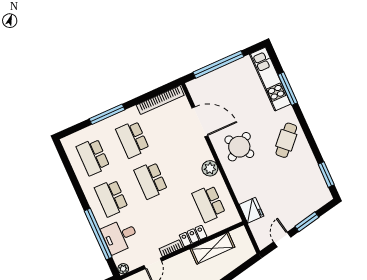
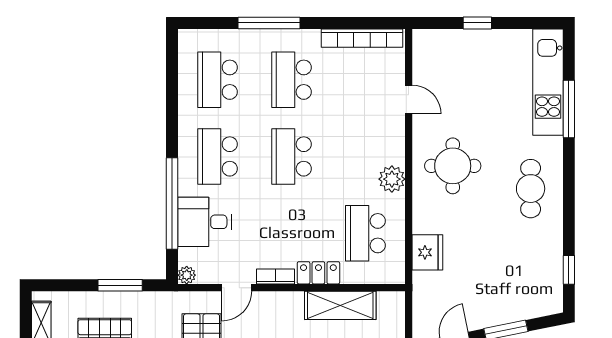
window: (218, 64) -> (477, 23), width x0.32
door: (200, 122) -> (409, 99), width x0.53
cafe table: (286, 140) -> (531, 189), turned -43
round table: (239, 147) -> (453, 166), turned 32
window: (326, 175) -> (569, 270), width x0.67
fridge: (251, 210) -> (427, 252), moved

